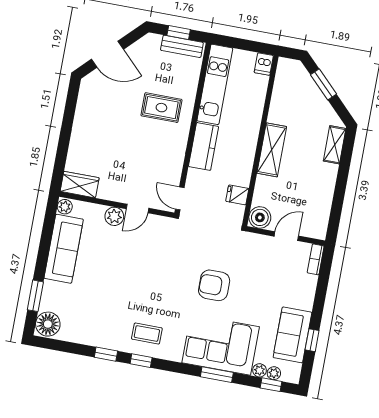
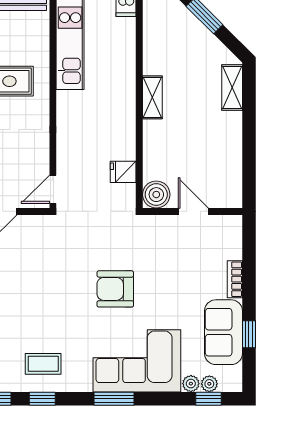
kitchen counter: (204, 146) -> (70, 120), removed
shelving: (272, 150) -> (152, 97), width x0.67, depth x0.75
door: (180, 198) -> (53, 189), hinge flipped
door: (286, 236) -> (193, 211), hinge flipped
bookcase: (316, 259) -> (235, 279), moved
window: (217, 375) -> (114, 399), moved

